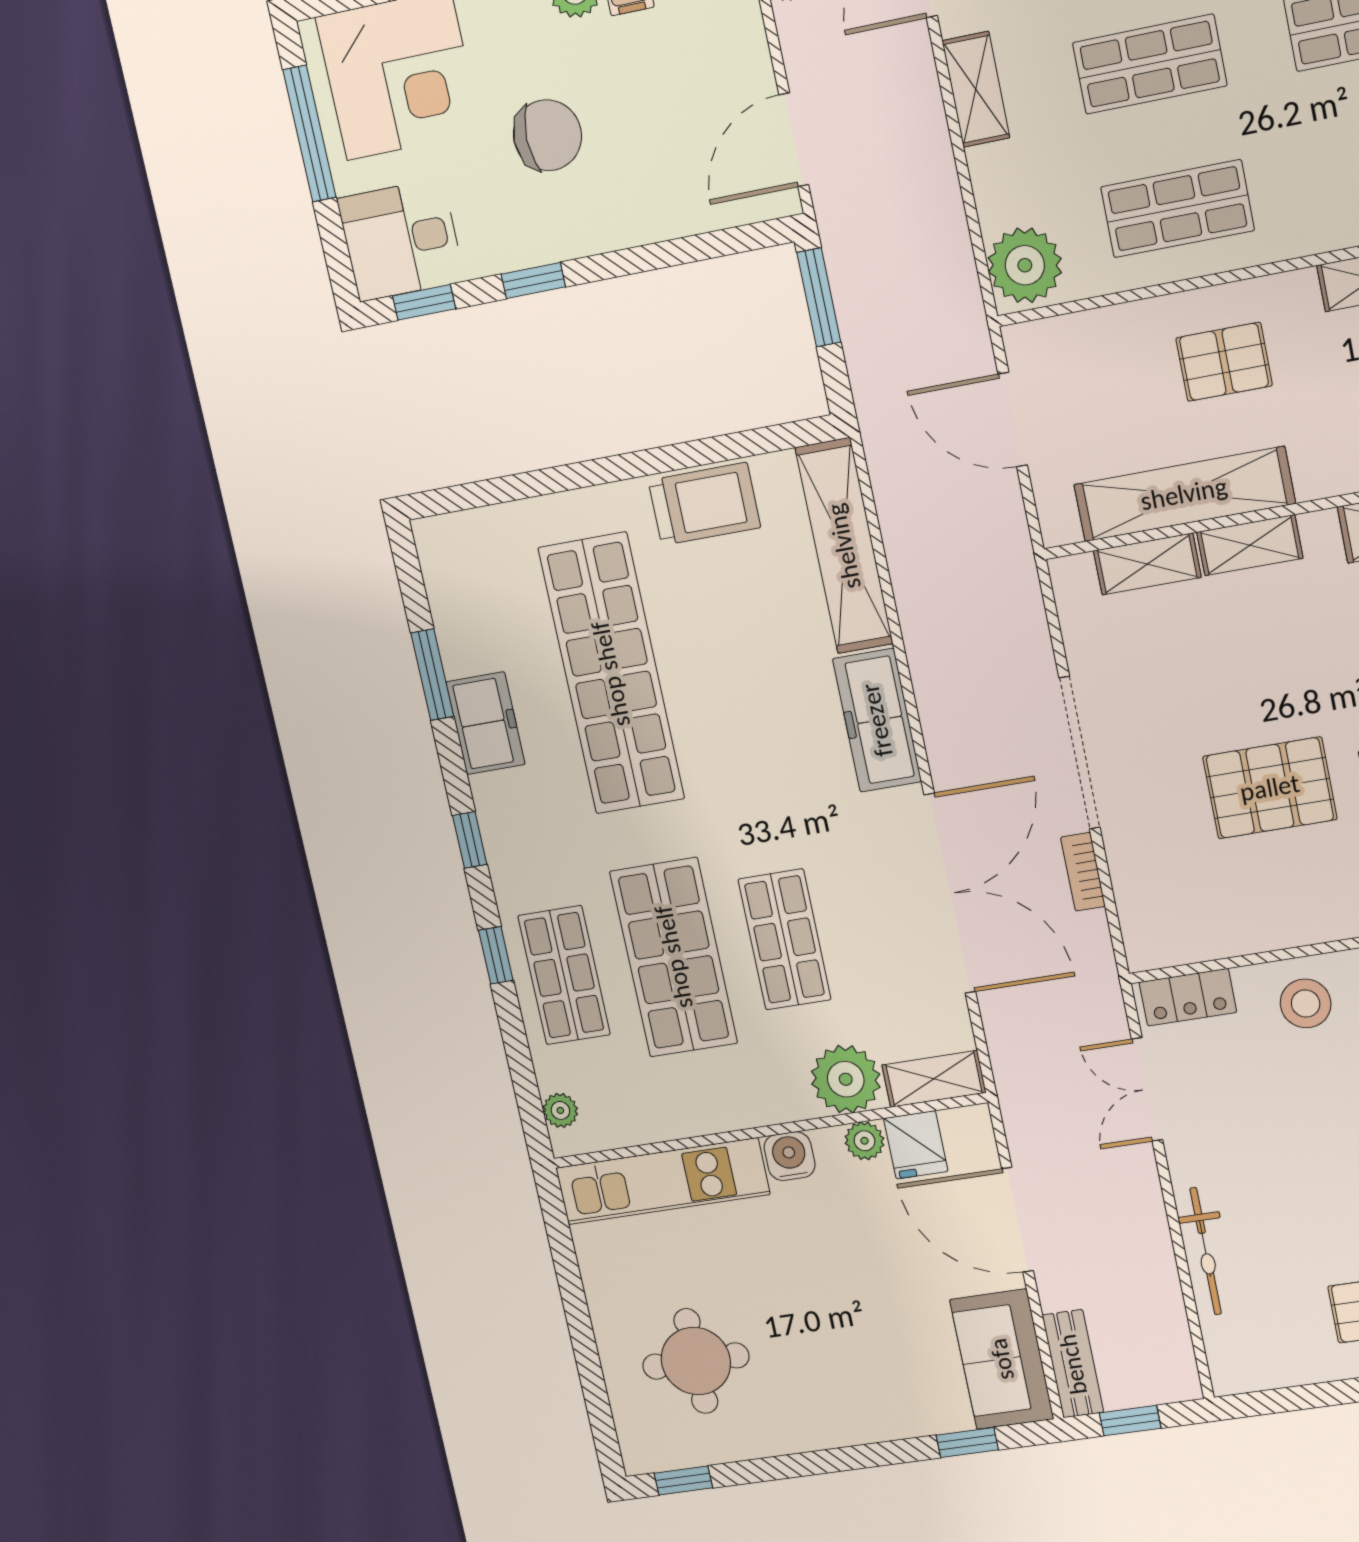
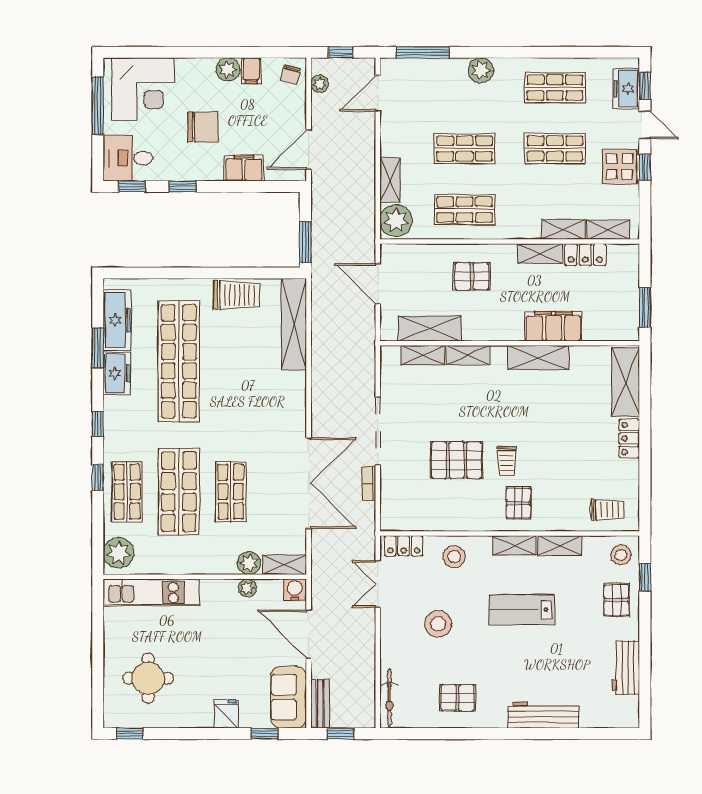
shelving: (976, 89) -> (390, 180), moved
filing cabinet: (659, 212) -> (244, 168), added
window: (819, 297) -> (305, 242), moved
shelving: (1184, 494) -> (430, 328), width x0.68
freezer: (877, 720) -> (117, 320), moved, turned 180
plant: (846, 1079) -> (249, 563), width x0.73, depth x0.73
plant: (560, 1110) -> (118, 553), width x1.87, depth x1.87
fridge: (916, 1145) -> (226, 714), moved, turned 180
water cooler: (790, 1156) -> (295, 590), moved
stool: (1299, 1156) -> (438, 624), added
bicycle: (1206, 1251) -> (389, 699), moved

